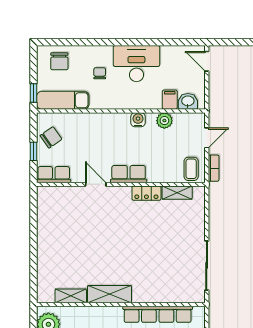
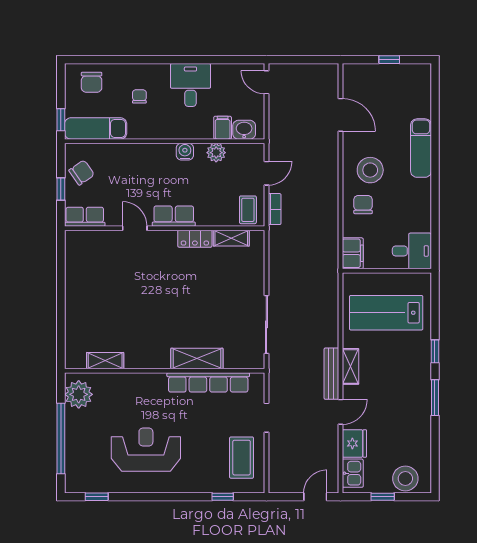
desk: (136, 64) -> (190, 85), width x0.73
shelving: (110, 294) -> (197, 359), moved

